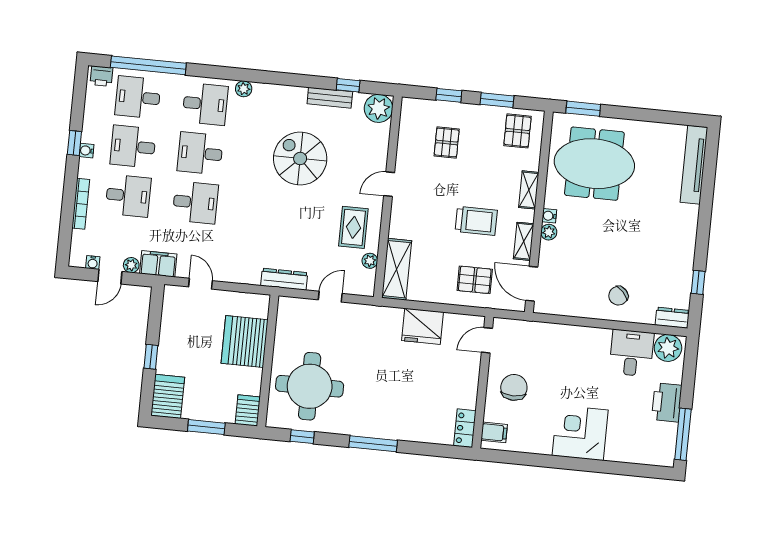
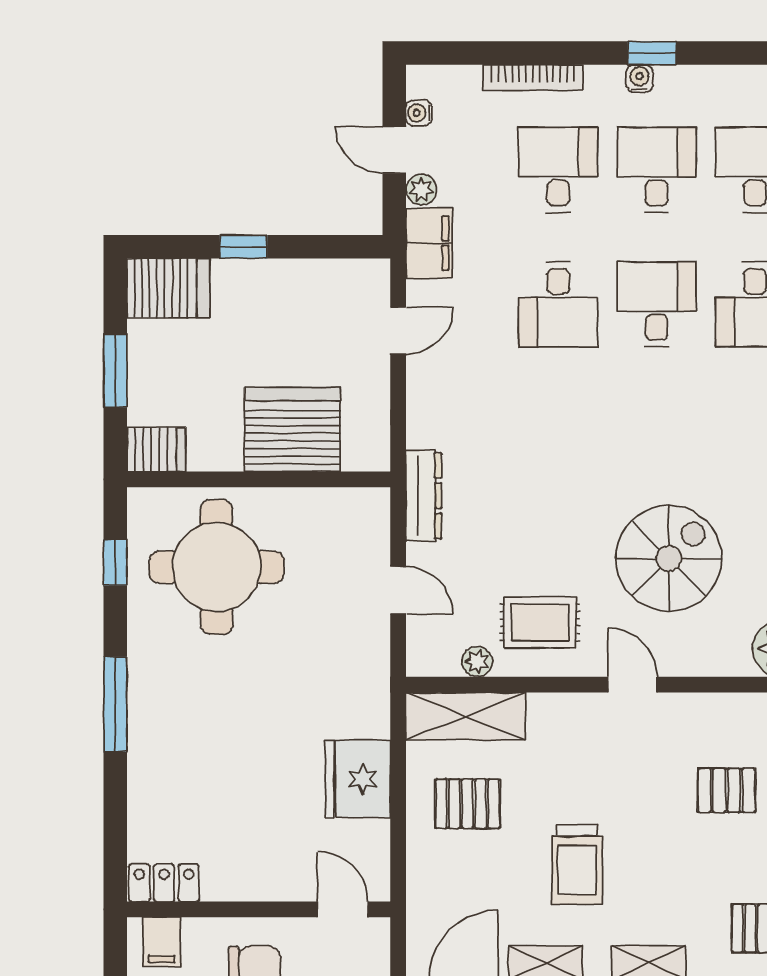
spiral stairs: (300, 159) -> (669, 559), moved
desk: (128, 196) -> (558, 170), turned 180
pallet: (475, 280) -> (468, 804), moved, turned 90

